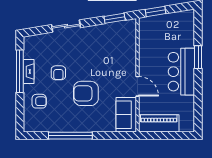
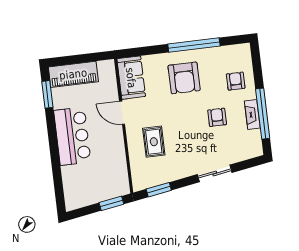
window: (198, 57) -> (47, 94), moved
rug: (114, 59) -> (154, 142), added
armchair: (86, 93) -> (184, 78), moved, turned 90
armchair: (39, 101) -> (236, 81), turned 90
piano: (159, 123) -> (73, 74), moved

